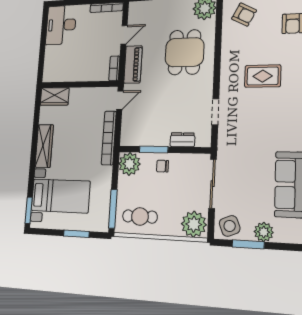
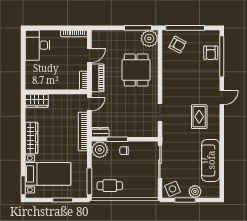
rug: (263, 76) -> (199, 117), moved, turned 90
dresser: (182, 140) -> (100, 132), moved
plant: (194, 224) -> (148, 189), removed

